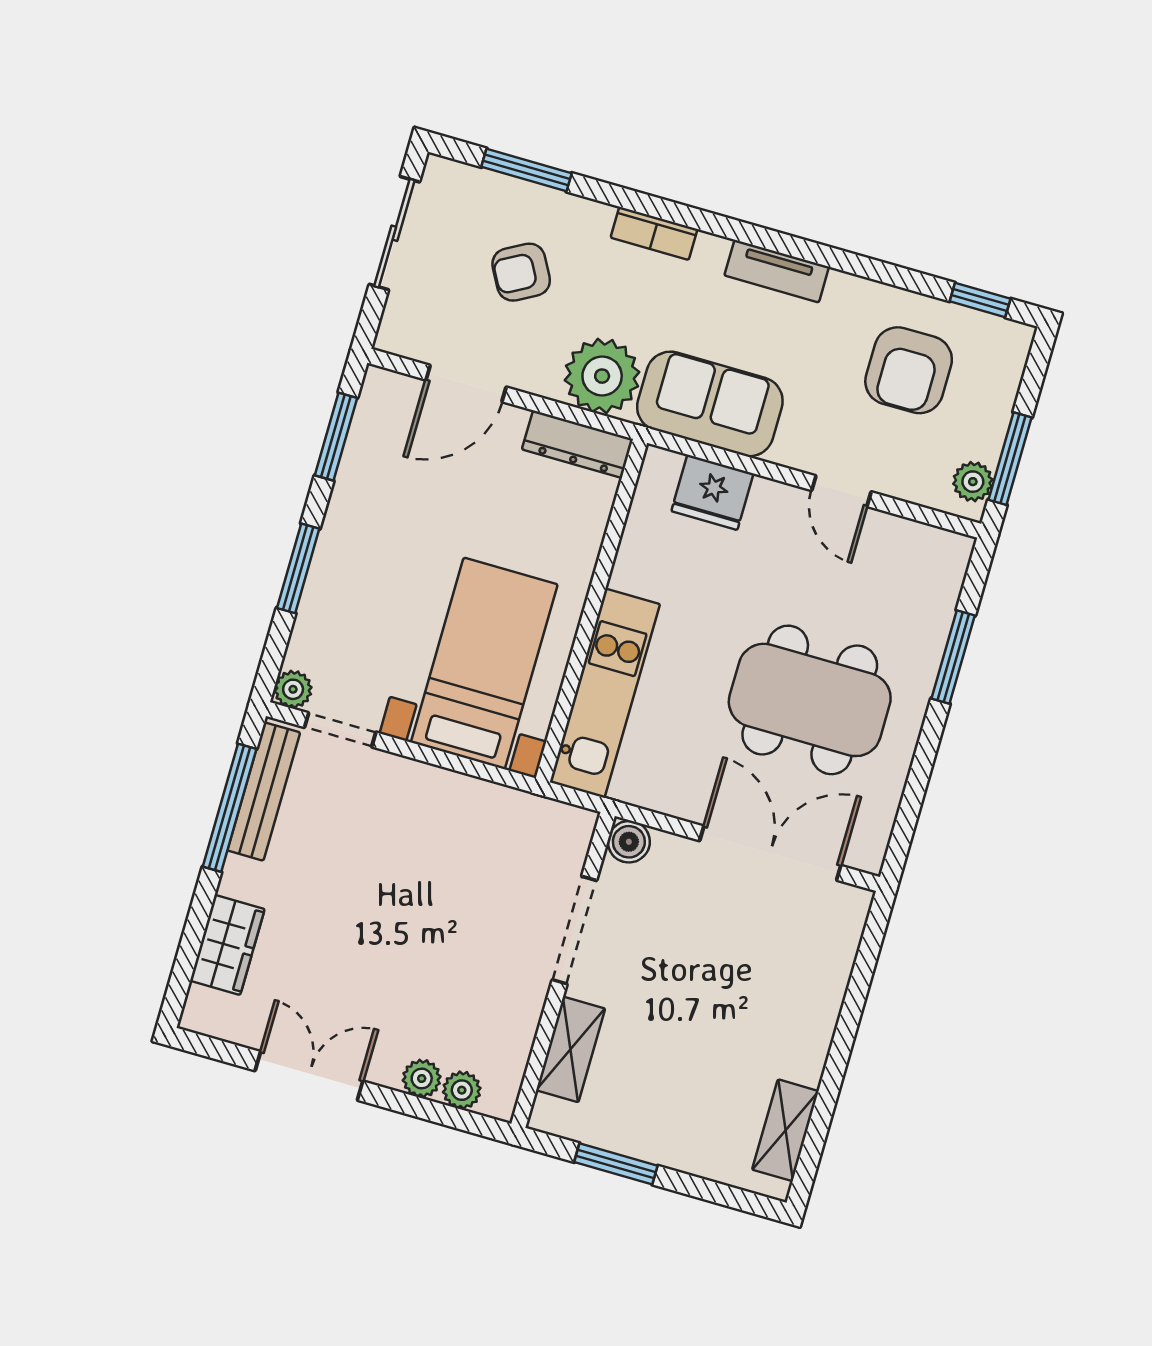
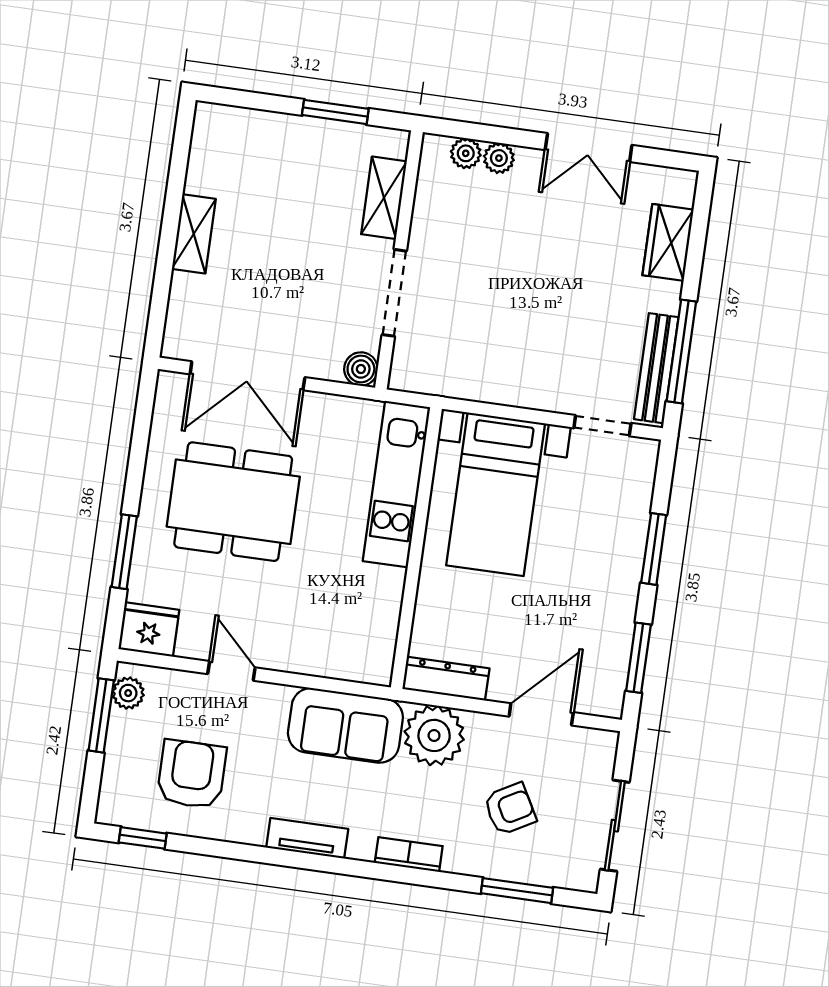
fridge: (712, 492) -> (149, 629), moved
plant: (293, 689) -> (644, 452), removed
shelving: (785, 1130) -> (194, 234), moved

